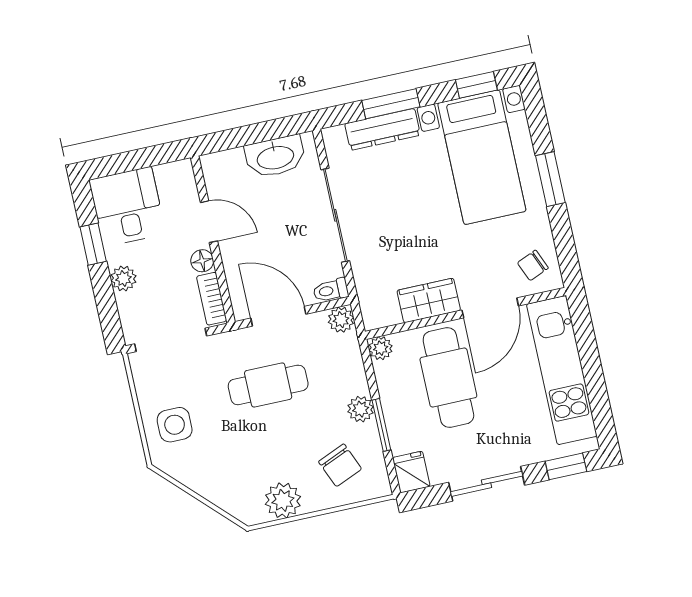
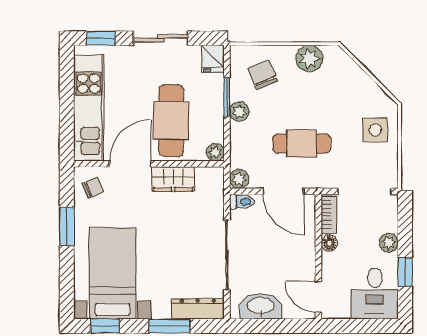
dresser: (382, 129) -> (198, 309), moved
window: (550, 179) -> (67, 226), moved
door: (209, 222) -> (318, 297), moved

